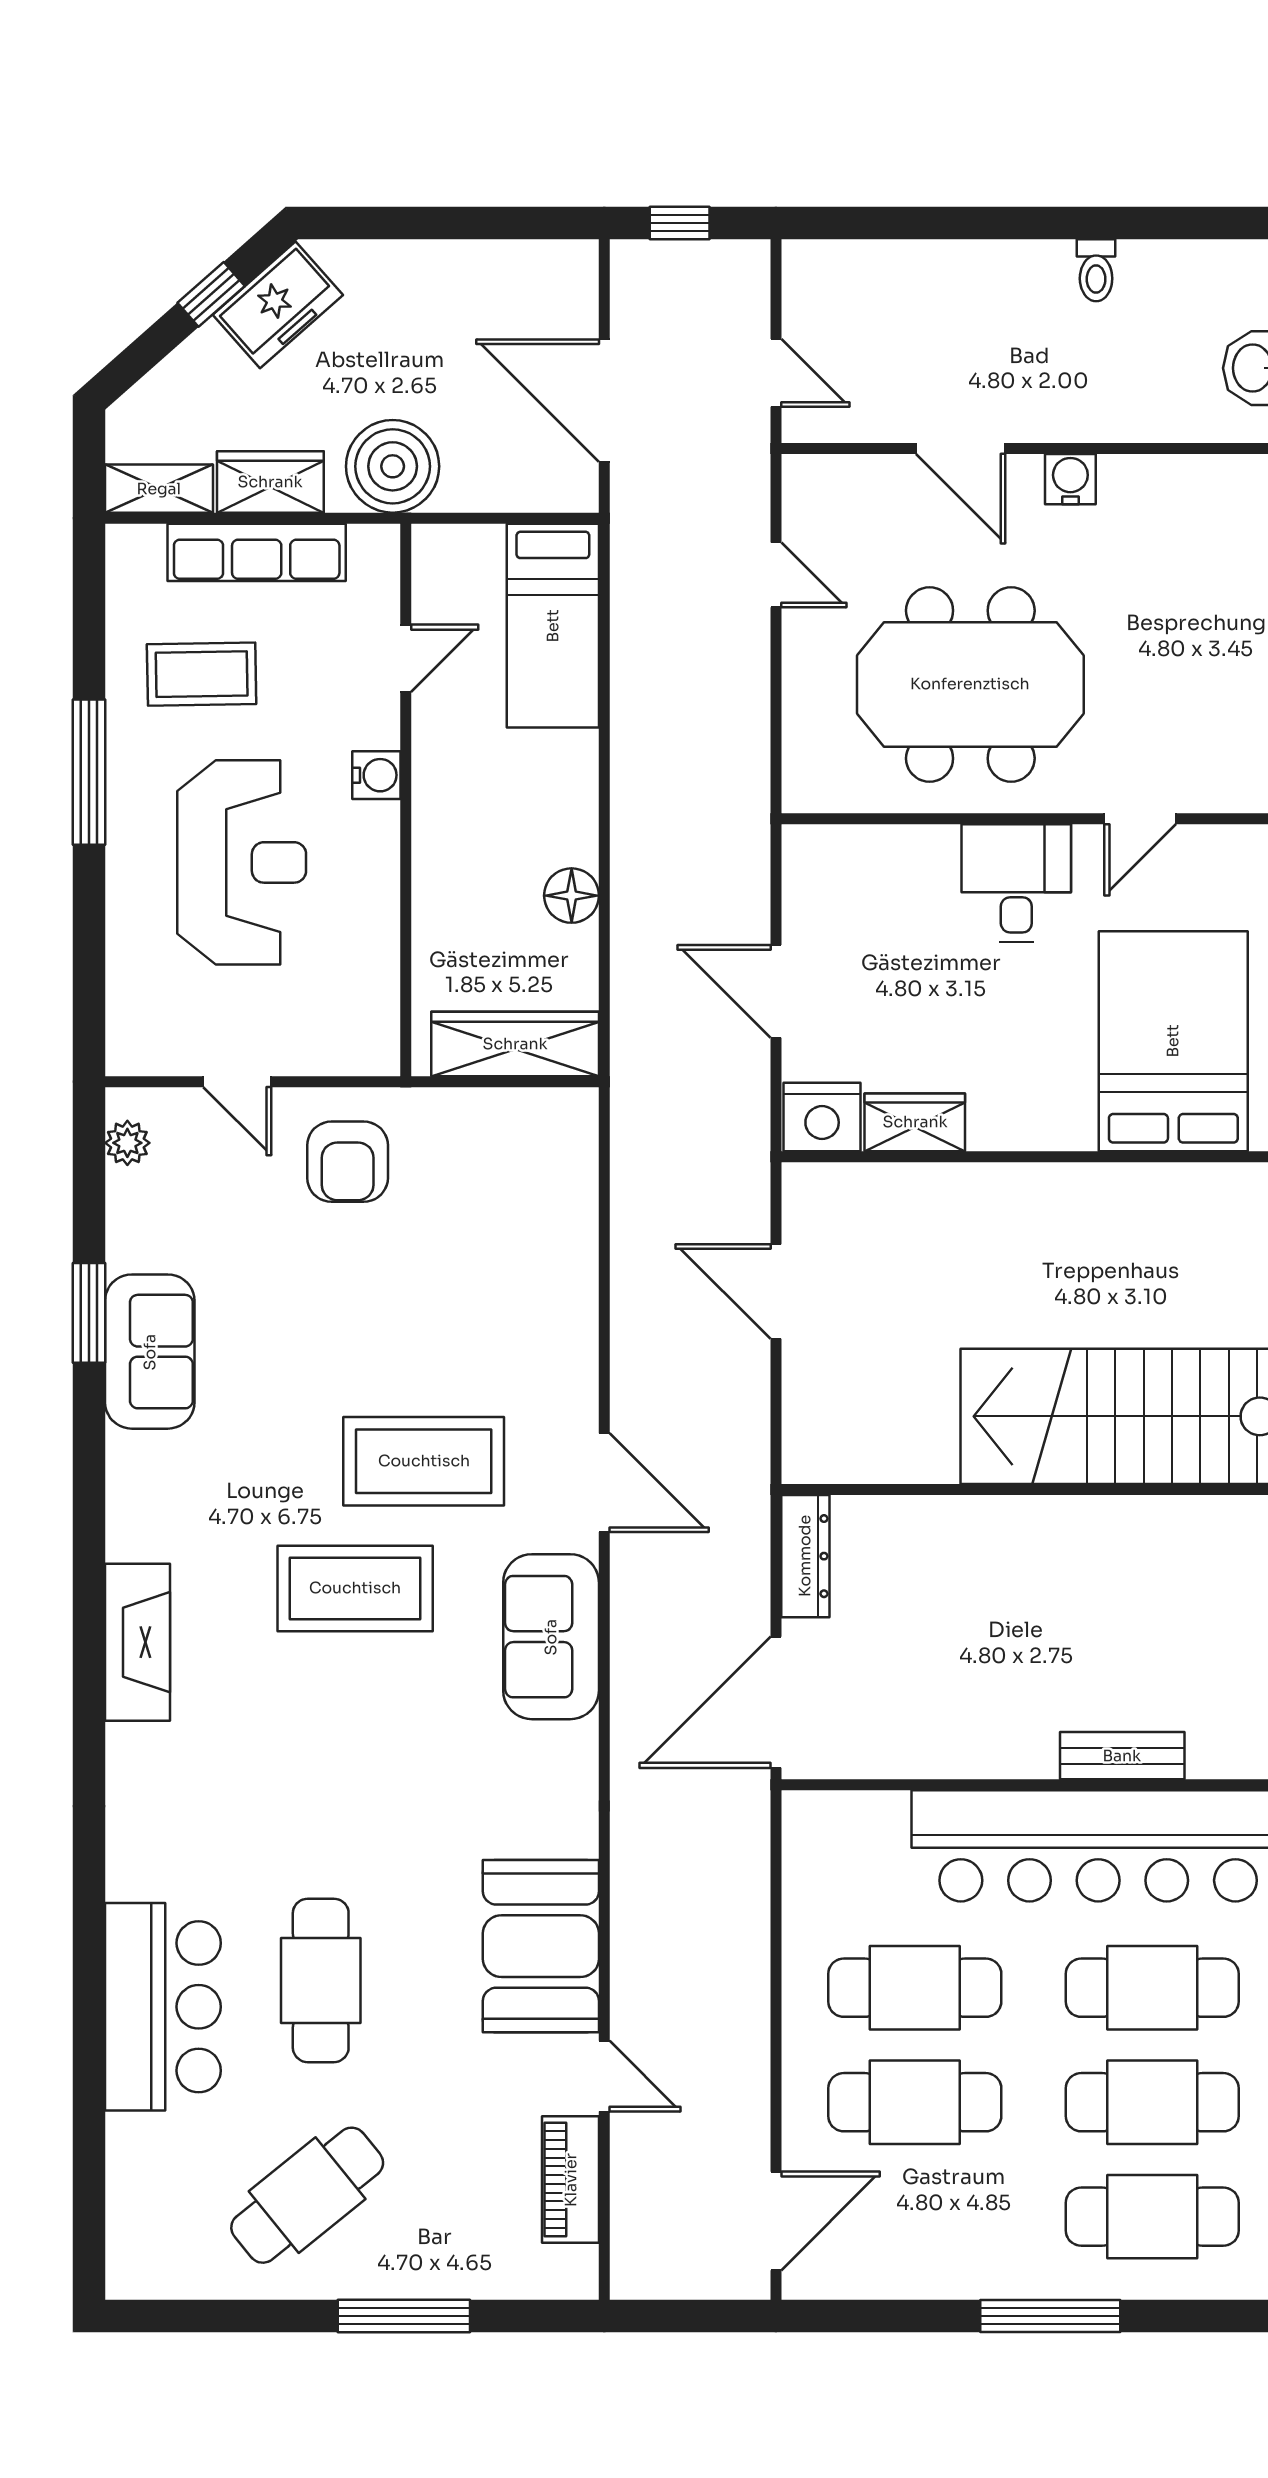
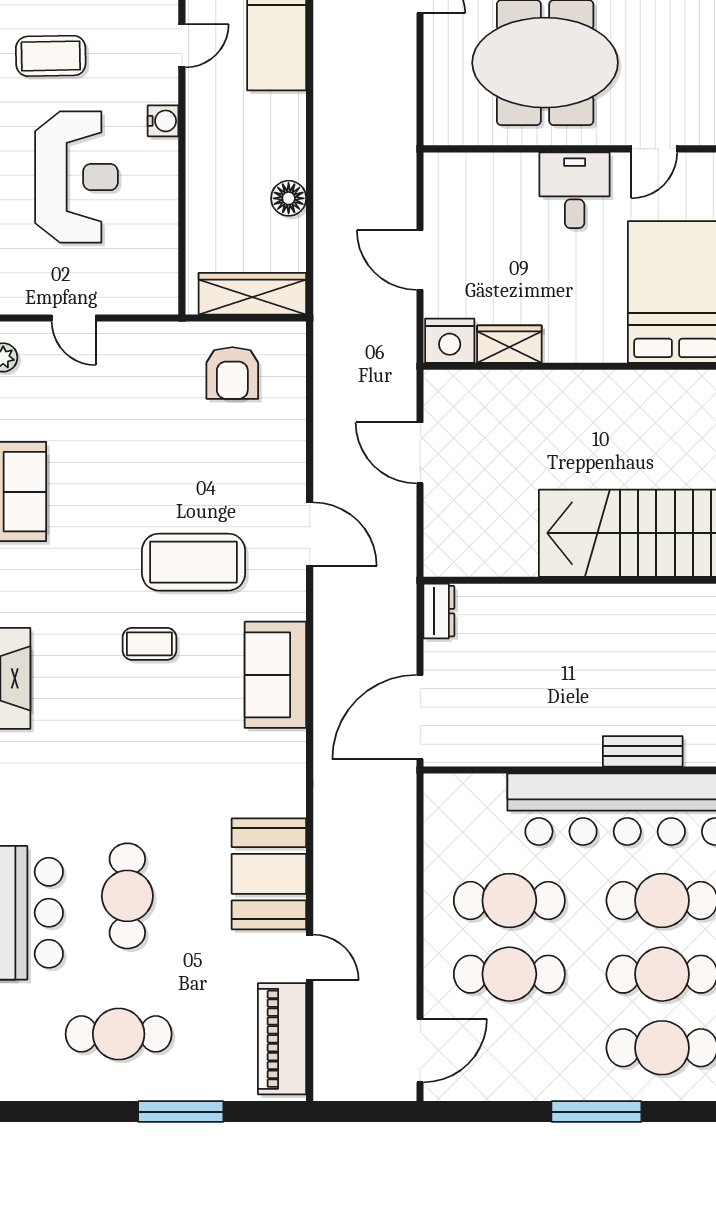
armchair: (348, 1162) -> (232, 373), moved
door: (604, 1483) -> (310, 534), moved
dresser: (805, 1556) -> (439, 611), width x0.70
coffee table: (355, 1588) -> (149, 644), width x0.54, depth x0.58
piano: (571, 2180) -> (282, 1039), width x1.37, depth x1.33
cafe table: (307, 2195) -> (119, 1034), turned 39

